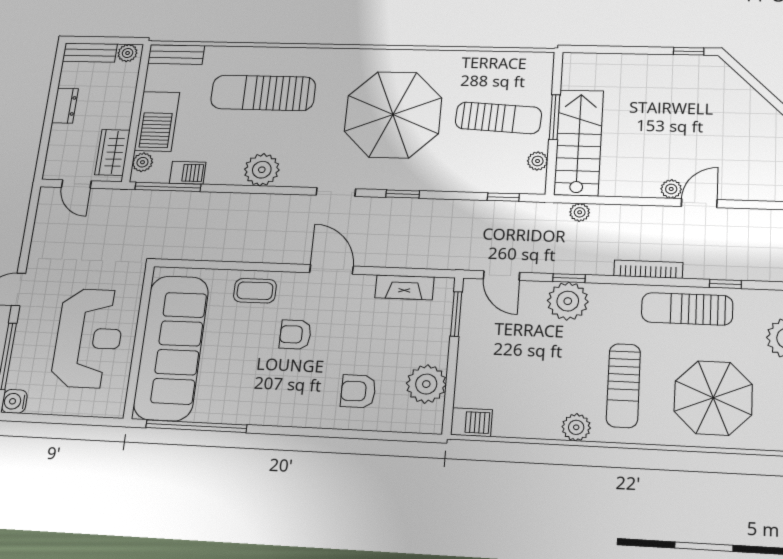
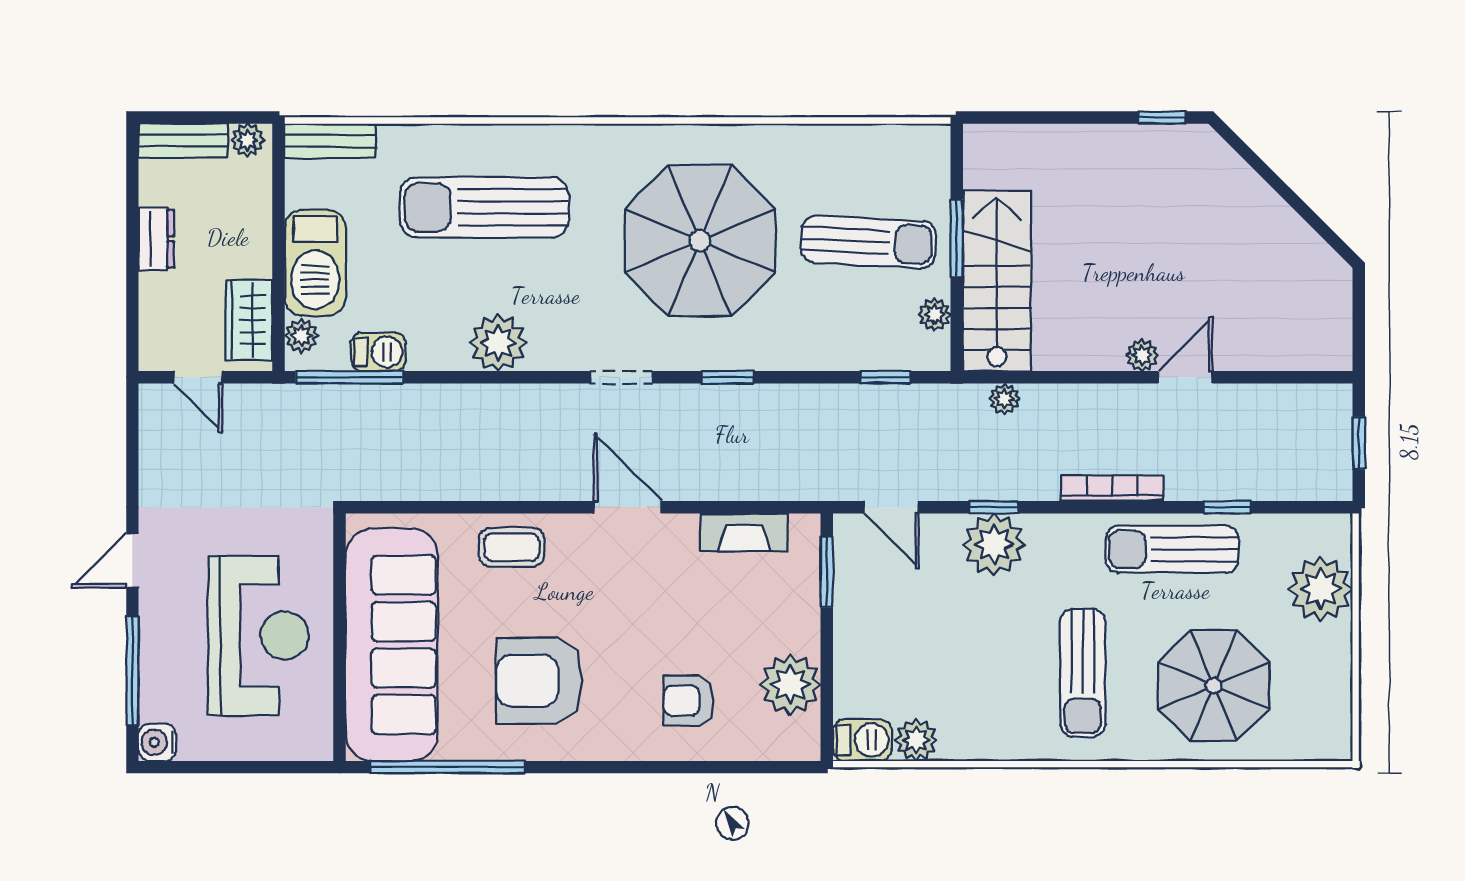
armchair: (295, 334) -> (539, 681), moved, width x1.88, depth x1.88
plant: (576, 427) -> (916, 740), moved

